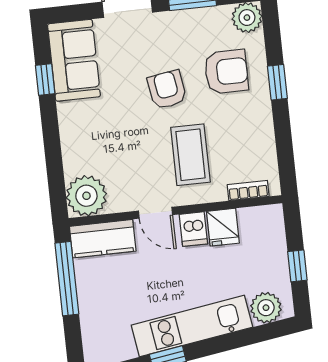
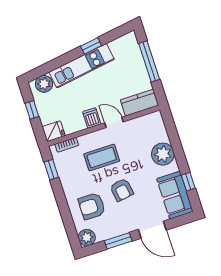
window: (277, 82) -> (51, 170), moved
coffee table: (190, 155) -> (102, 157), turned 90
plant: (86, 196) -> (163, 154), moved
fridge: (223, 227) -> (54, 131), moved, turned 90
window: (67, 279) -> (149, 61), moved

